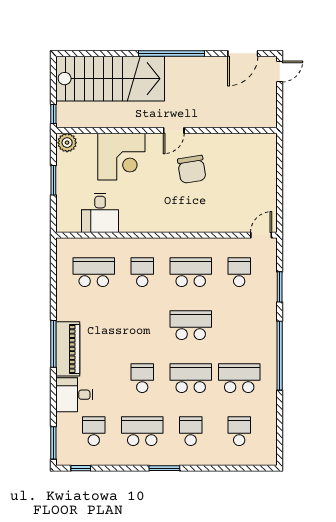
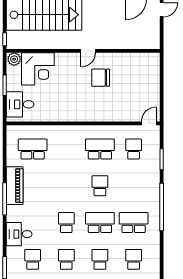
corner desk: (121, 157) -> (38, 69), moved
chair: (192, 169) -> (101, 78), turned 99
desk: (100, 213) -> (20, 104), moved, turned 90
school desk: (142, 272) -> (66, 149), removed
school desk: (191, 325) -> (100, 186), width x0.54
piano: (68, 349) -> (15, 186), moved
school desk: (142, 431) -> (66, 259), width x0.54

